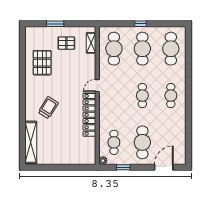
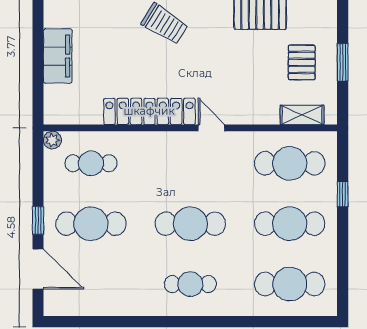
window: (55, 24) -> (343, 62), moved
window: (141, 24) -> (343, 194), moved
cafe table: (142, 96) -> (190, 224), width x1.37, depth x1.35
filing cabinet: (63, 158) -> (58, 56), added
window: (123, 167) -> (38, 220), moved

